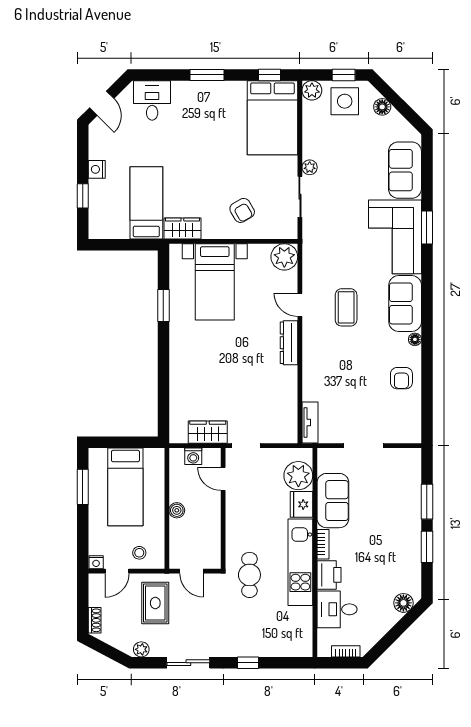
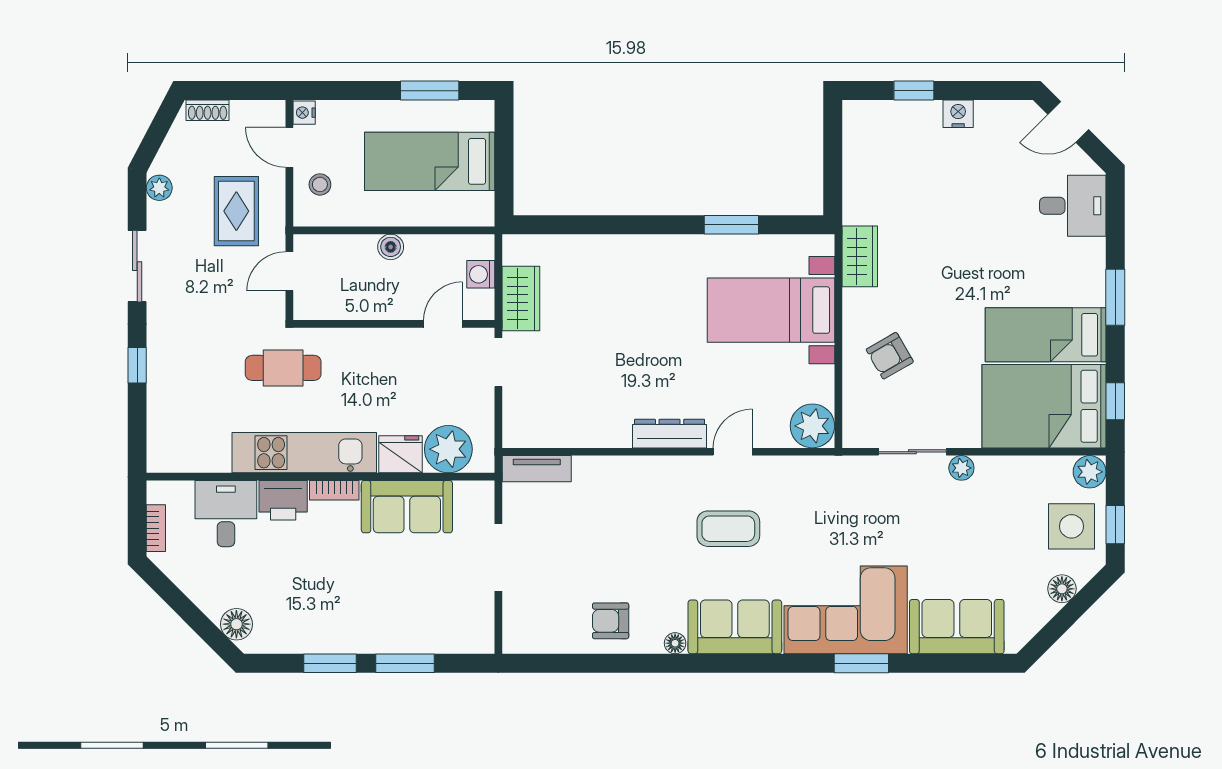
bed: (146, 203) -> (1046, 335), moved, turned 180
rug: (155, 603) -> (236, 211), turned 90

